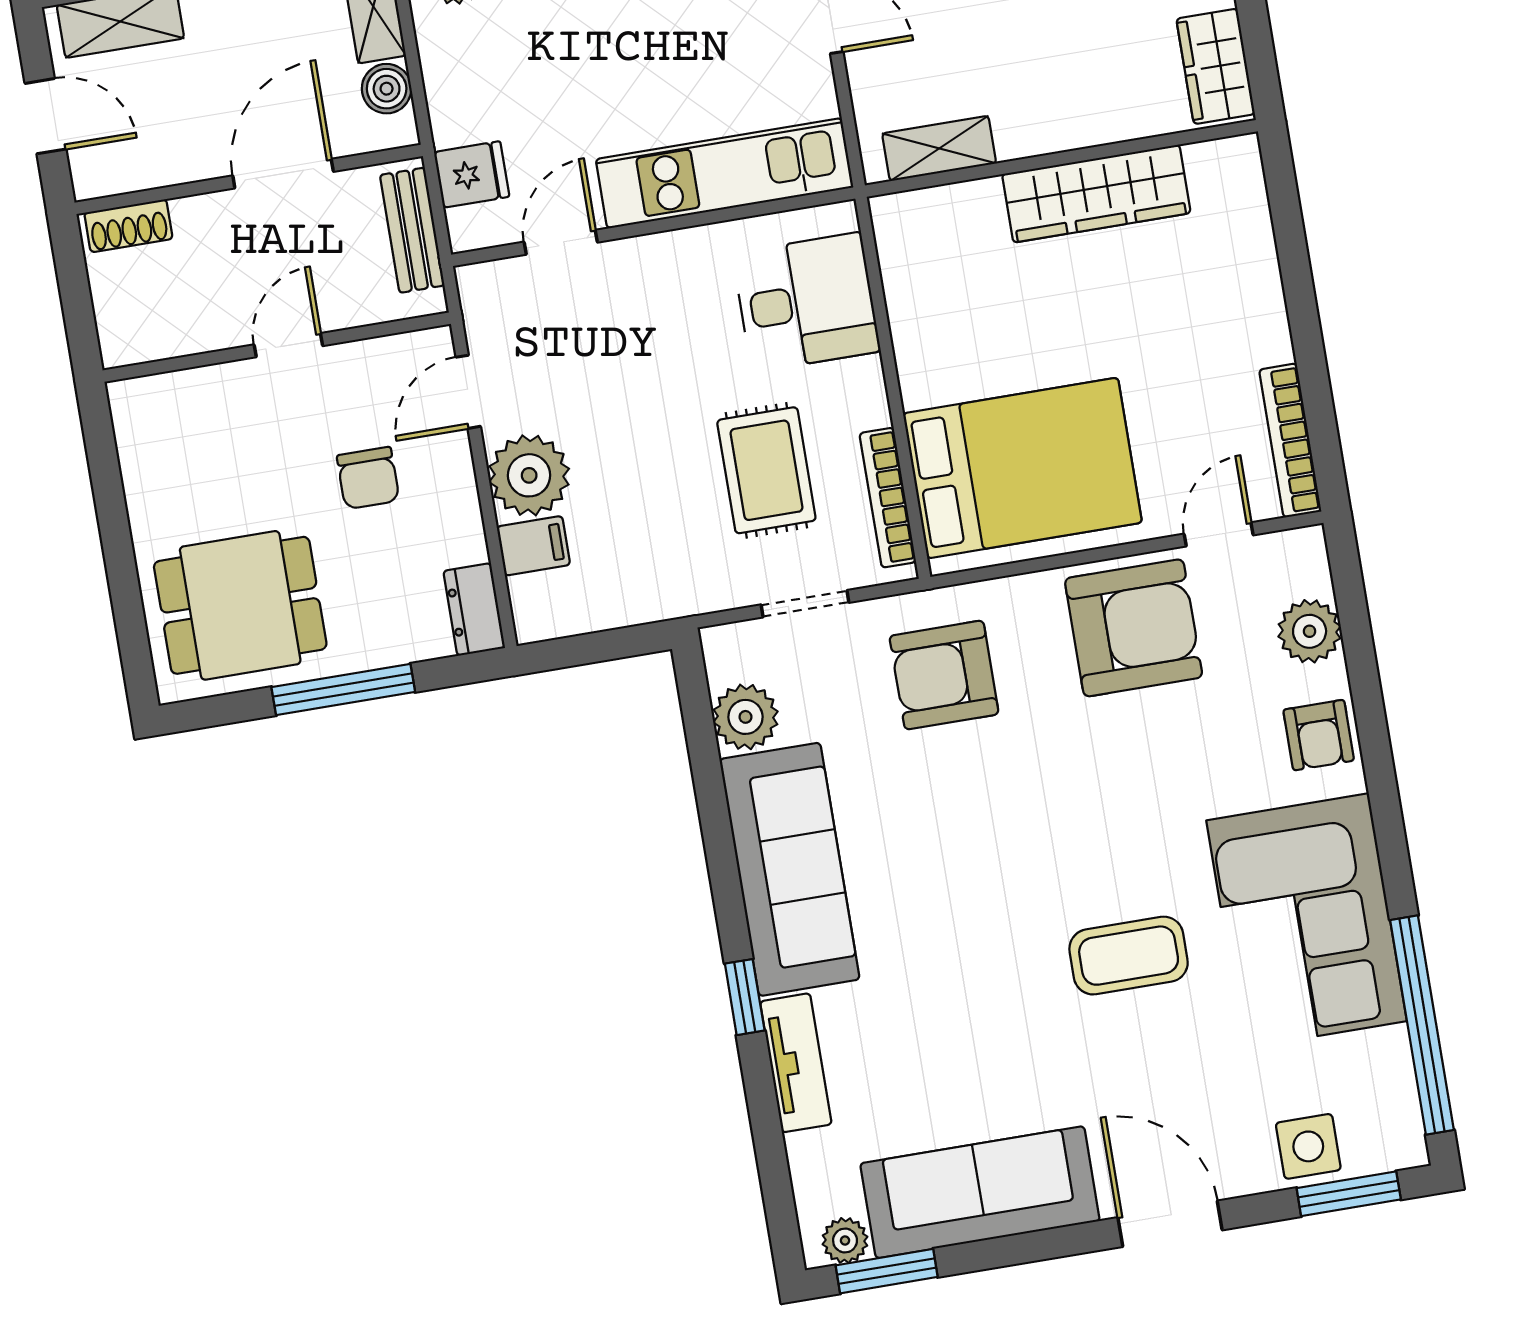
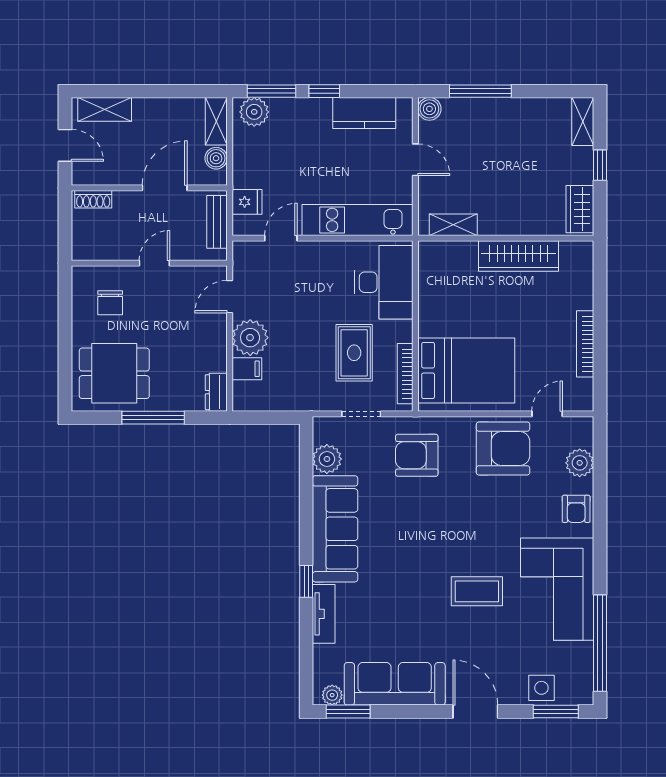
desk: (806, 302) -> (384, 282), width x1.37
bookcase: (1290, 441) -> (585, 344), moved
chair: (368, 478) -> (110, 303), moved

